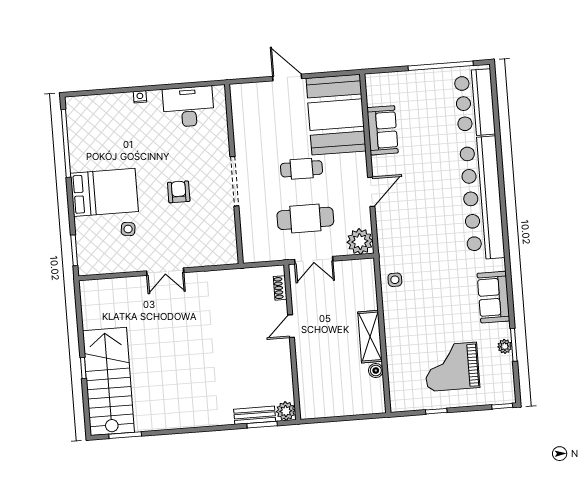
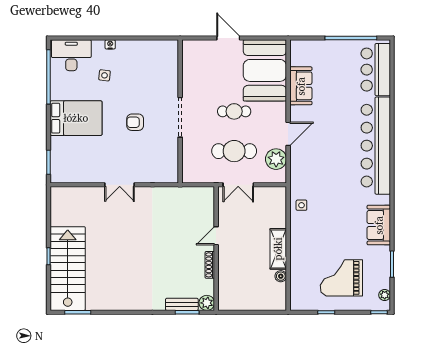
desk: (188, 107) -> (71, 55), moved
armchair: (179, 192) -> (135, 122), turned -90
side table: (128, 229) -> (105, 75), moved
plant: (360, 241) -> (276, 159), moved
shoe rack: (280, 288) -> (210, 265), moved, width x1.43
plant: (505, 346) -> (385, 295), moved

